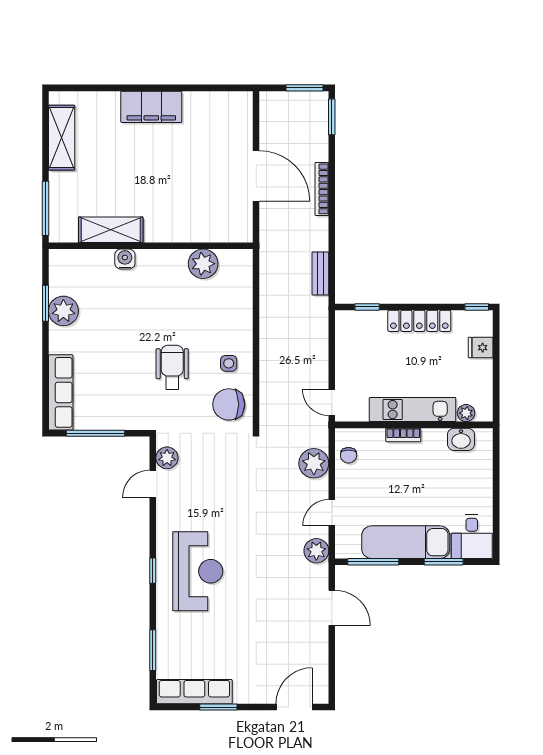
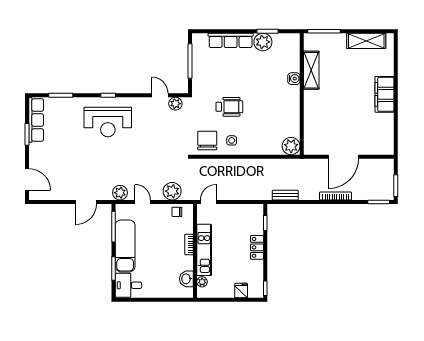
plant: (203, 264) -> (291, 146), moved
locker: (419, 321) -> (257, 247), width x0.66
row of seats: (61, 392) -> (231, 40), moved

